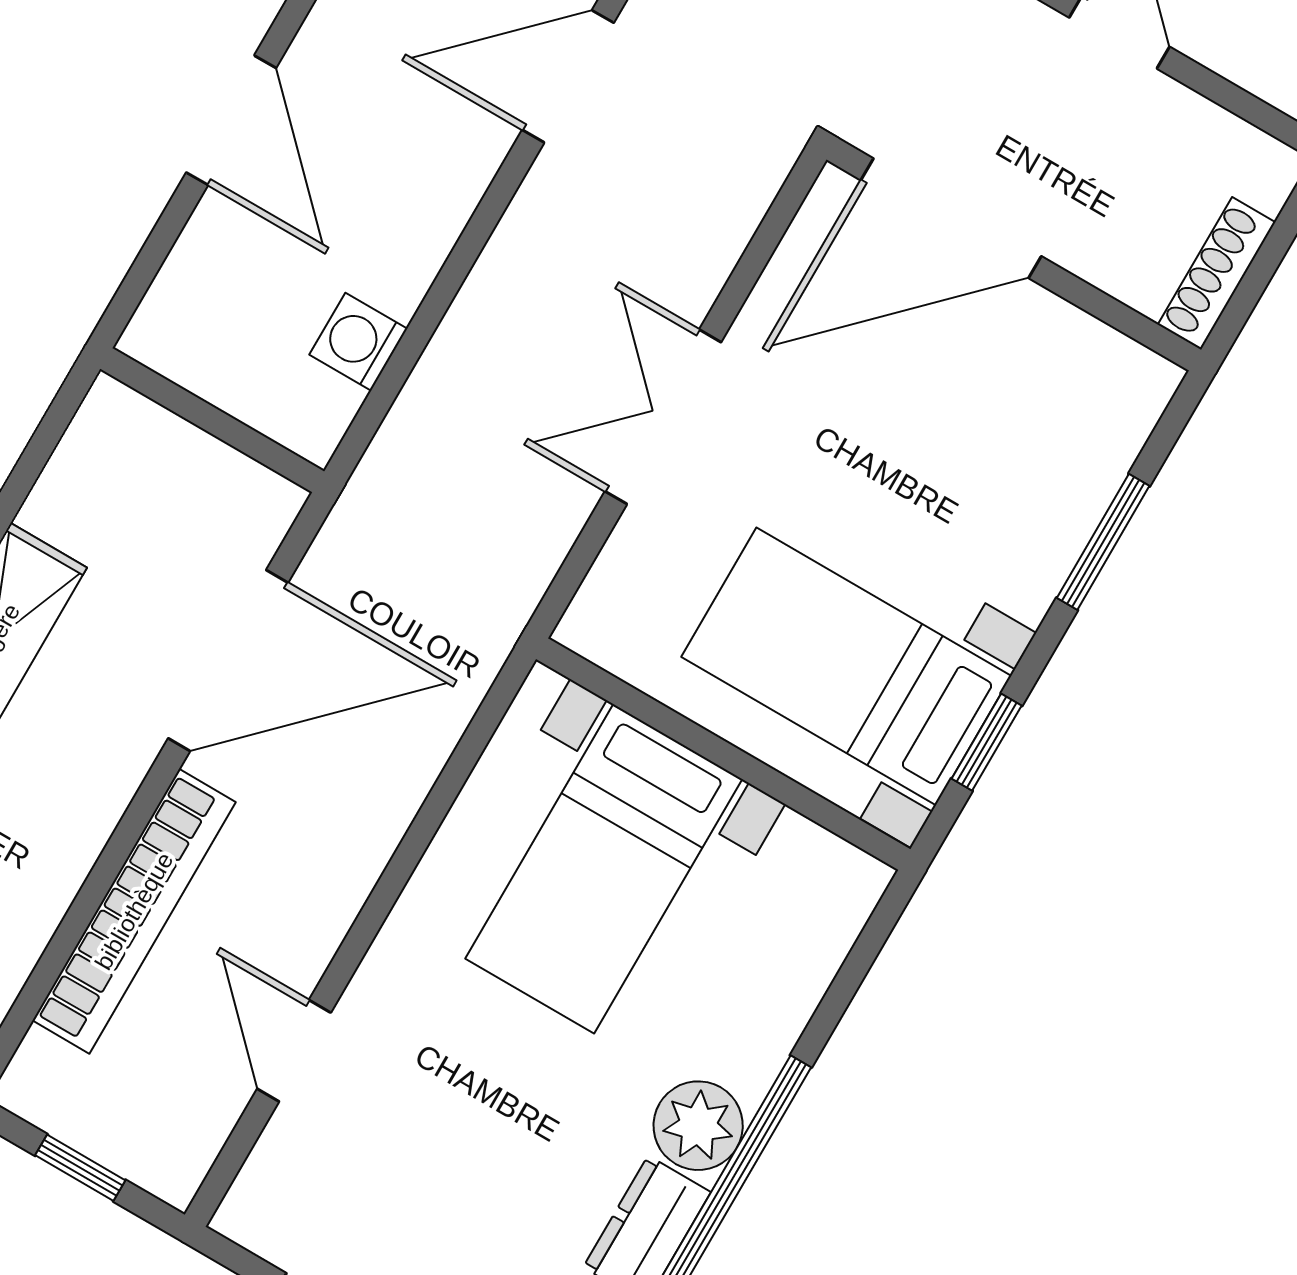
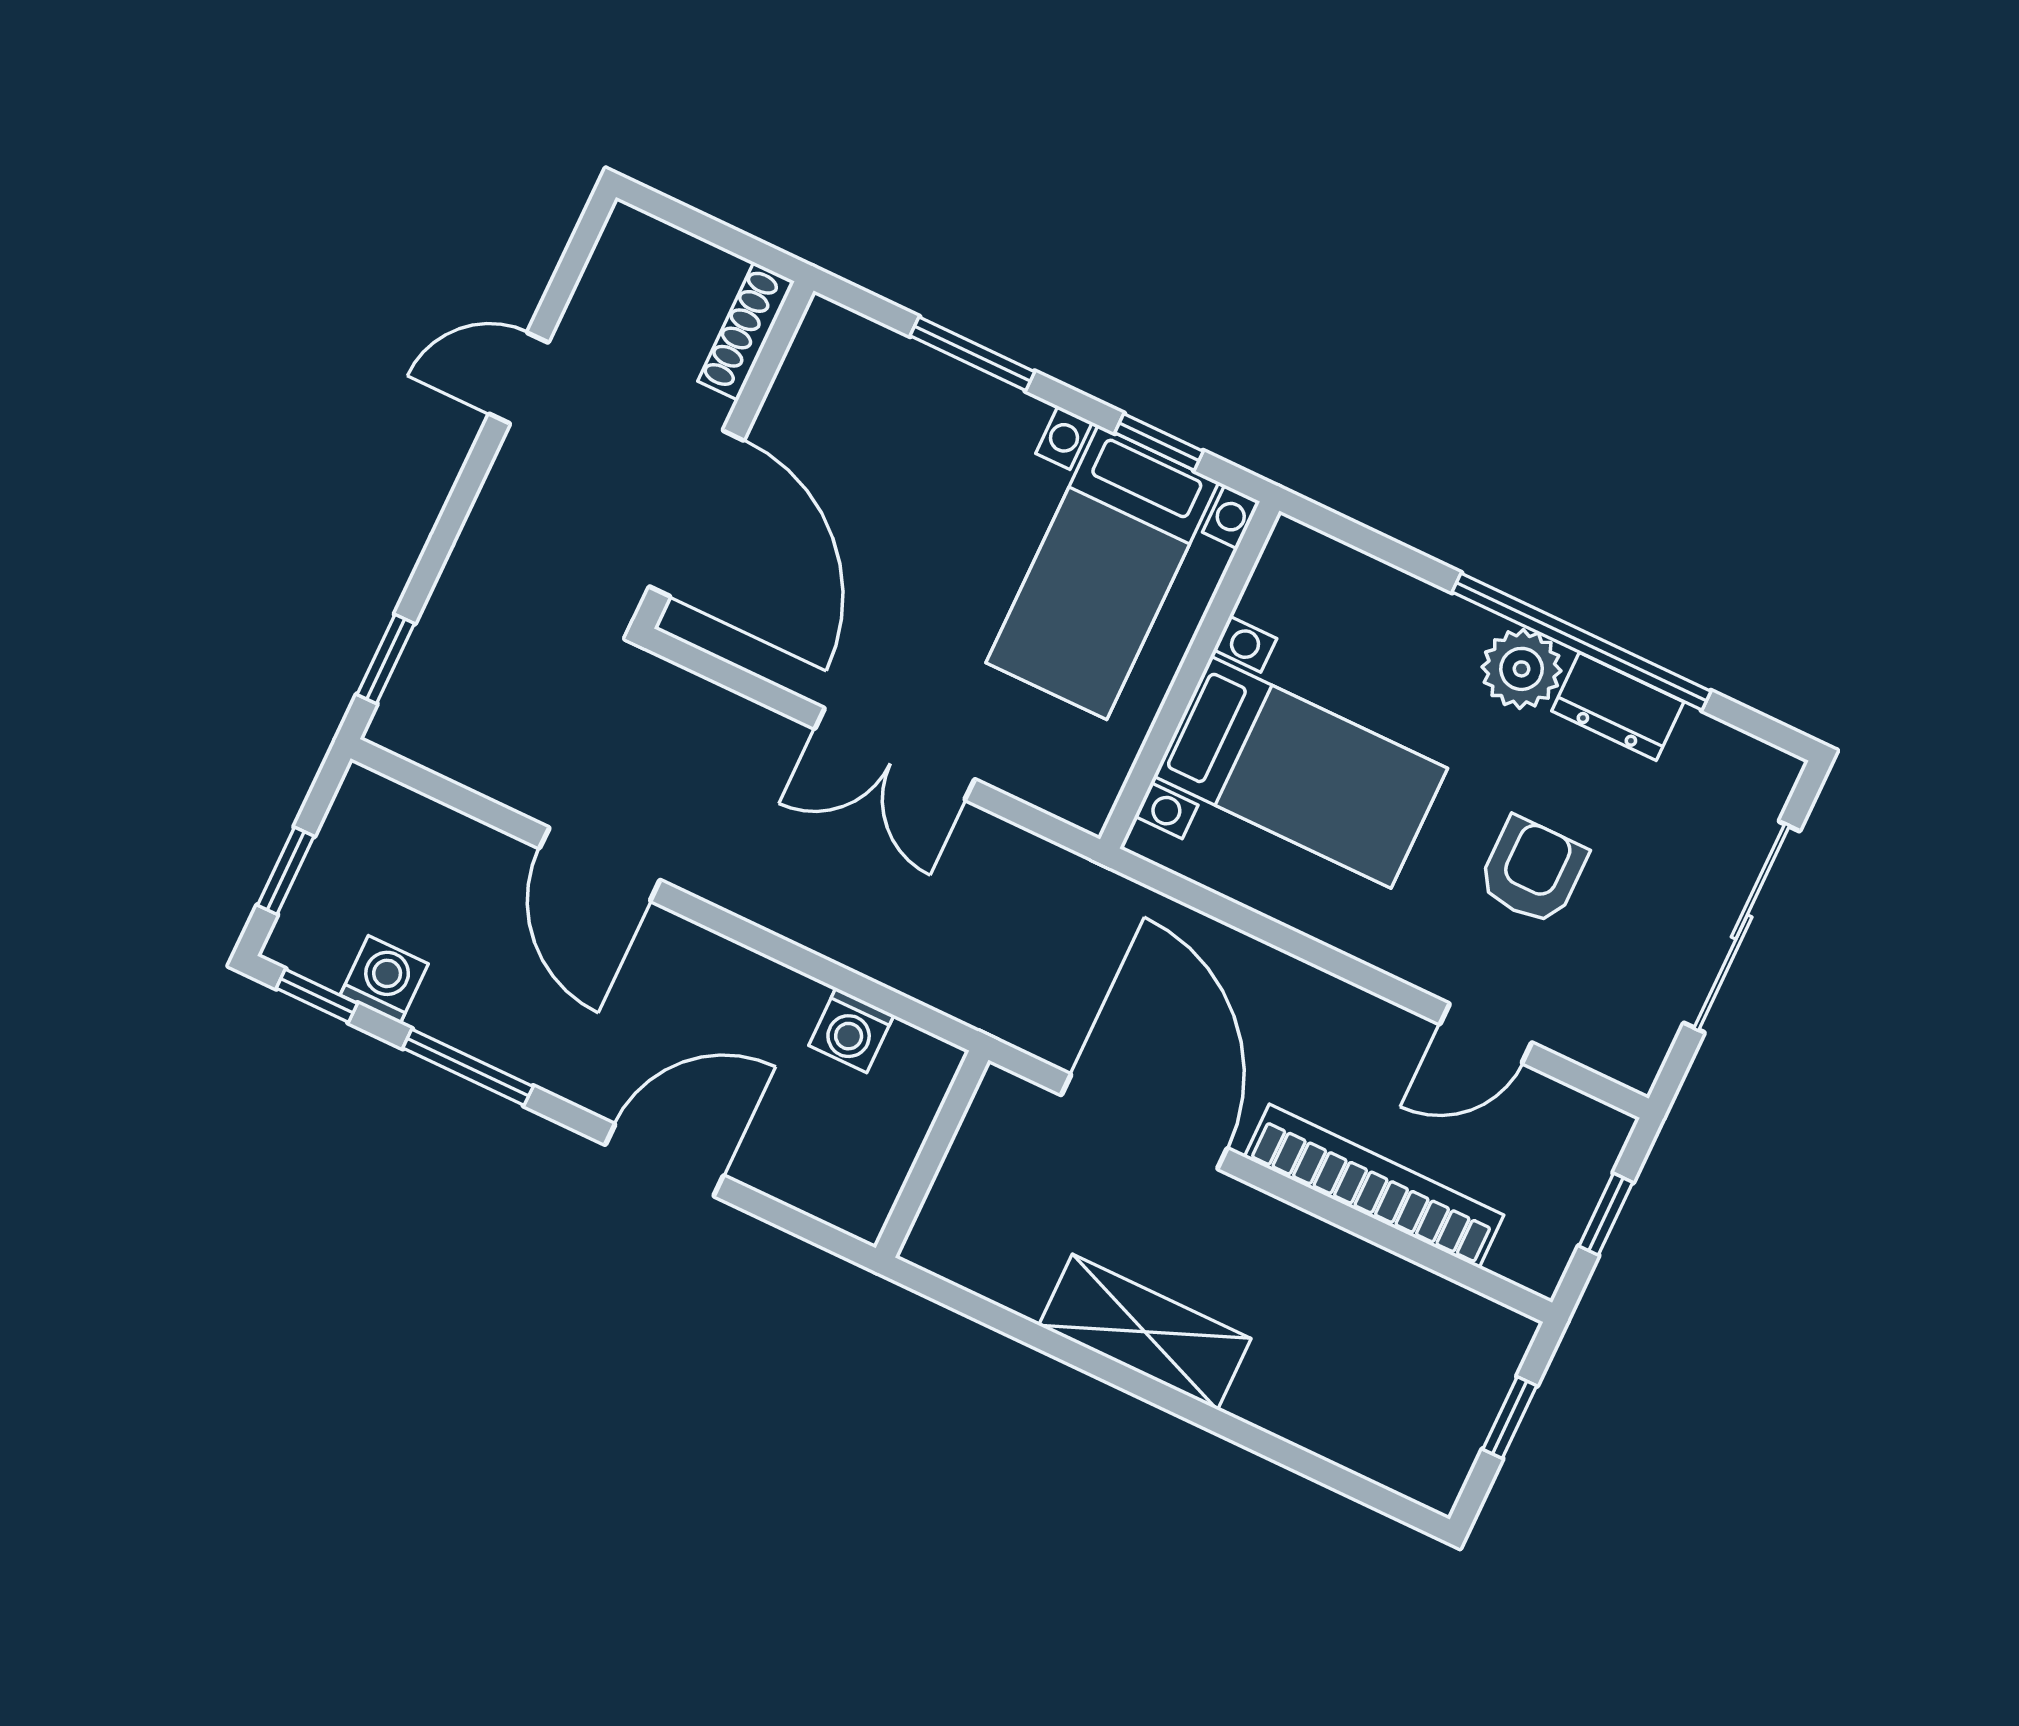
shoe rack: (1217, 273) -> (746, 331), moved, turned 90
armchair: (471, 1119) -> (1533, 871), added

